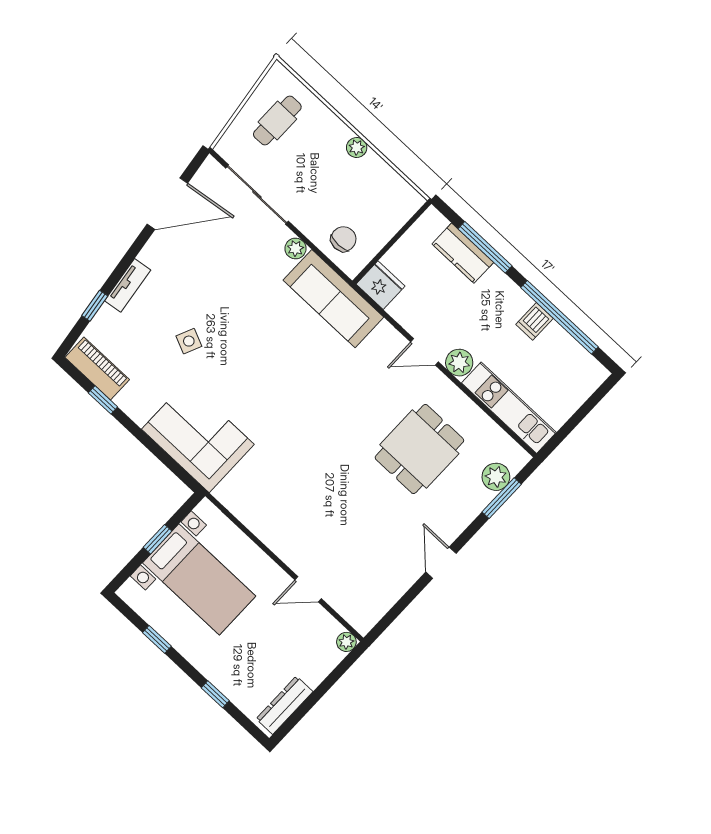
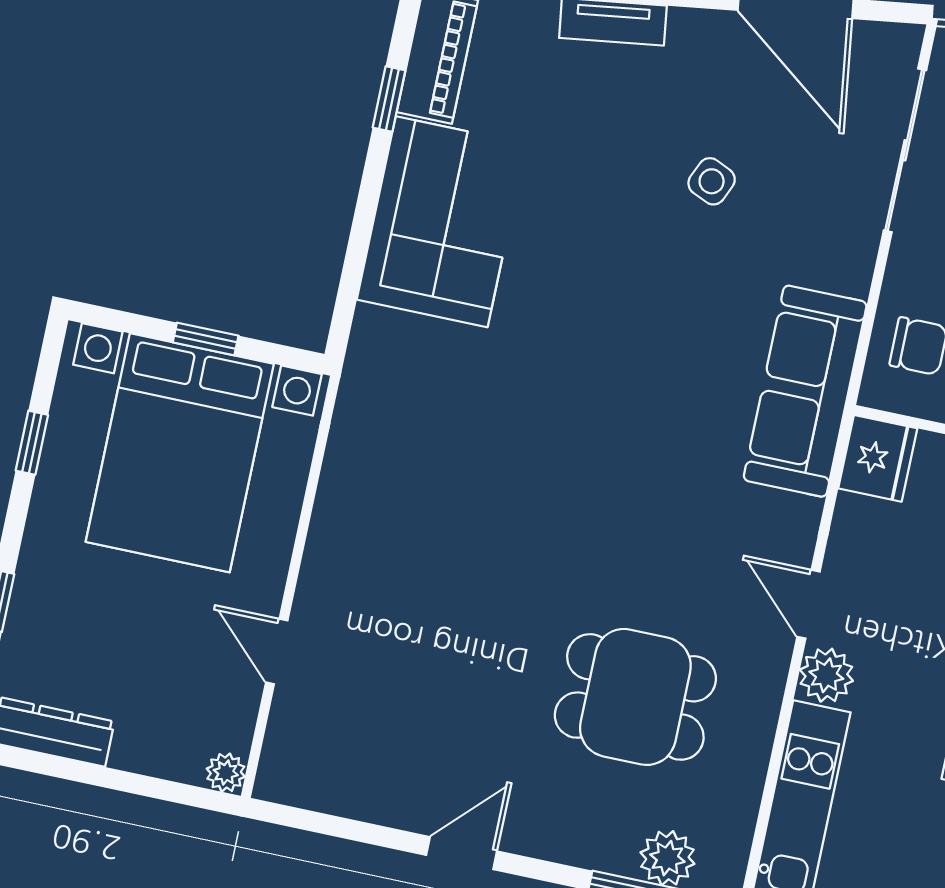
plant: (295, 249) -> (852, 273), removed
side table: (189, 341) -> (712, 181), moved
corner sofa: (198, 437) -> (442, 222), moved
bed with nightstands: (199, 579) -> (180, 453), width x1.36

